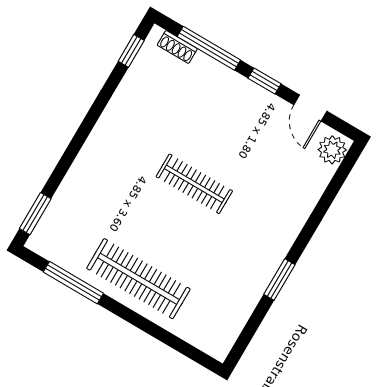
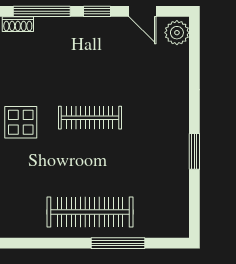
display table: (122, 147) -> (21, 122), added
window: (73, 283) -> (118, 243), moved

